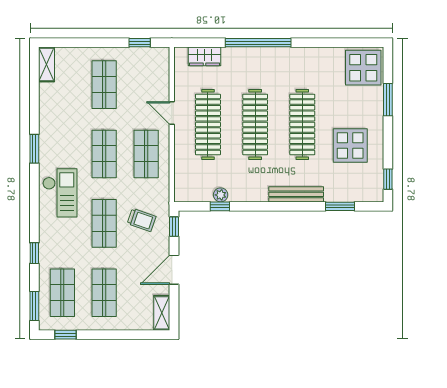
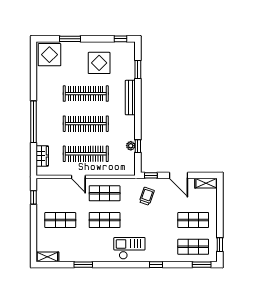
door: (172, 113) -> (78, 177), hinge flipped
window: (34, 149) -> (83, 265), moved
shop shelf: (104, 223) -> (149, 220), removed
window: (34, 253) -> (156, 265), moved

